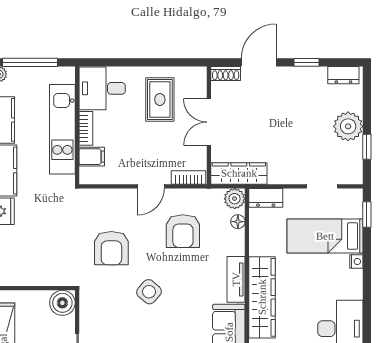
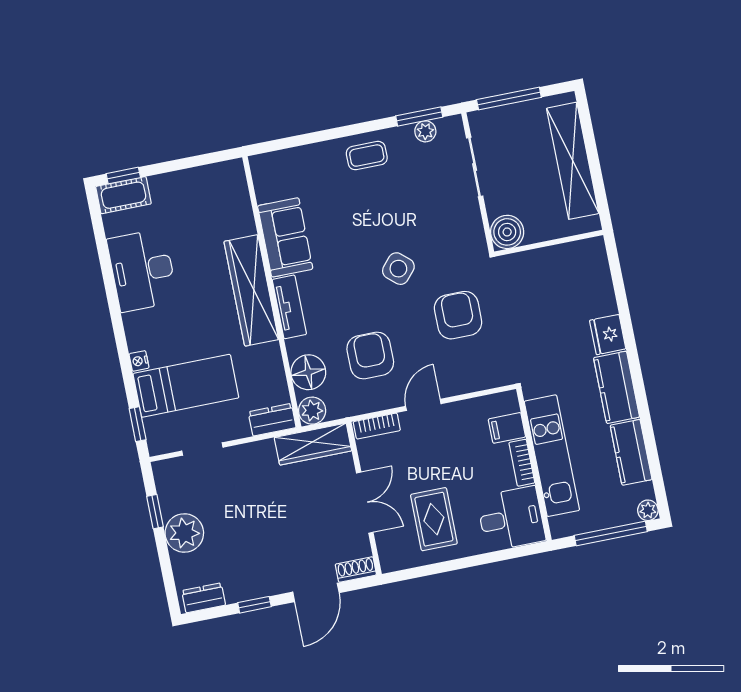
floor lamp: (238, 222) -> (308, 372), width x1.89, depth x1.89

